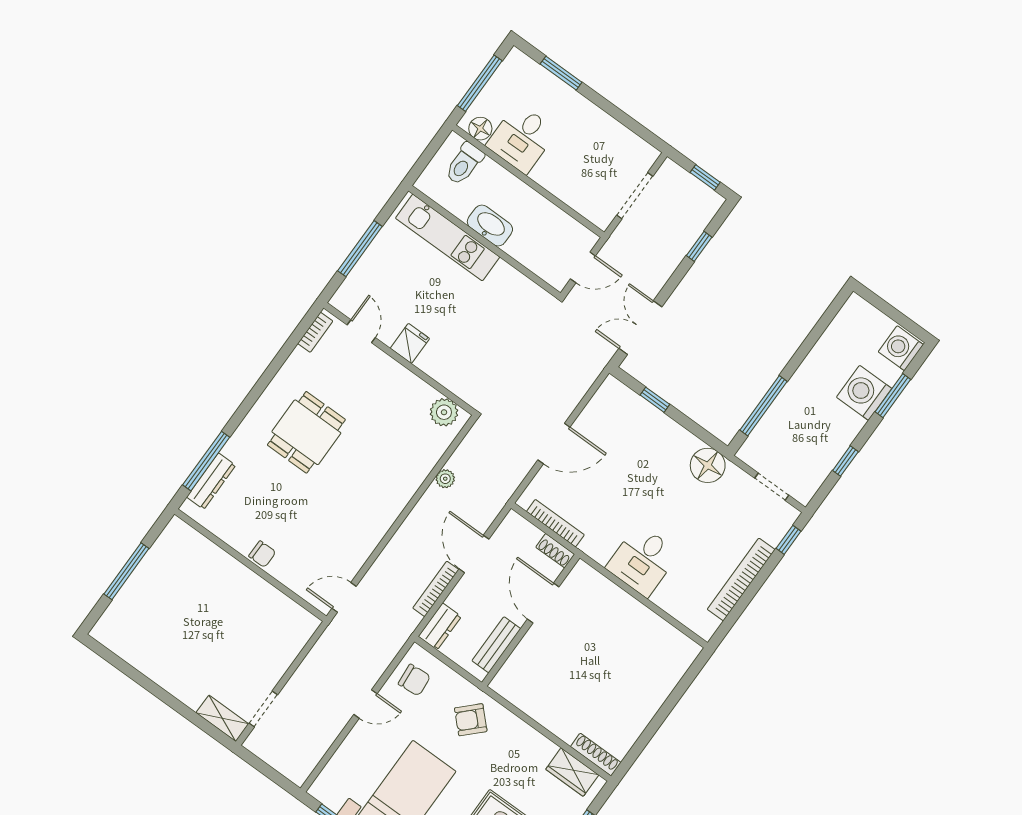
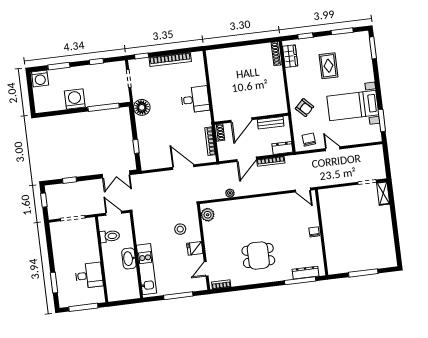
floor lamp: (480, 129) -> (99, 293), removed
toilet: (464, 164) -> (110, 236), moved
stool: (461, 348) -> (180, 229), added
washing machine: (864, 393) -> (75, 99), moved, turned 180

